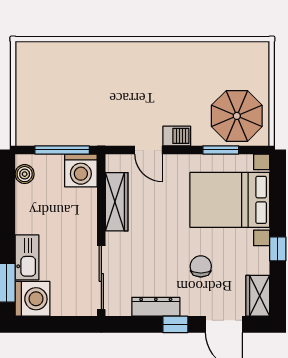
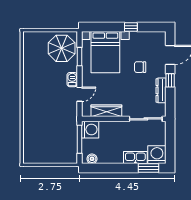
wardrobe: (258, 296) -> (155, 37), removed

